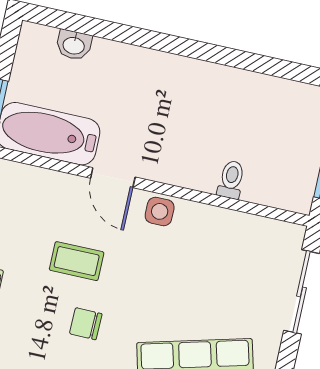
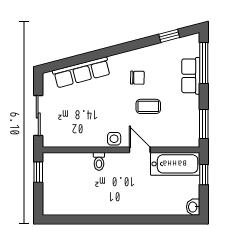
washbasin: (74, 45) -> (193, 207), moved, turned -90
toilet: (231, 180) -> (99, 161), moved

